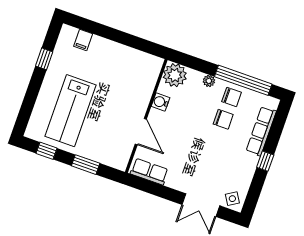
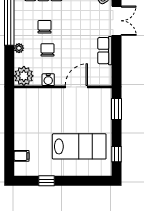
chair: (232, 97) -> (47, 50), moved
window: (86, 165) -> (116, 109), moved
row of seats: (149, 172) -> (105, 51), moved

